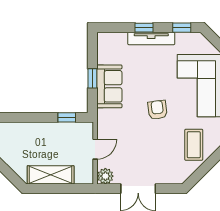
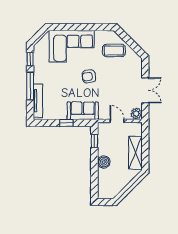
window: (144, 28) -> (30, 86), width x2.17
tv unit: (151, 38) -> (38, 101), moved
sofa: (109, 86) -> (83, 111), moved
boiler: (38, 131) -> (104, 162), added

